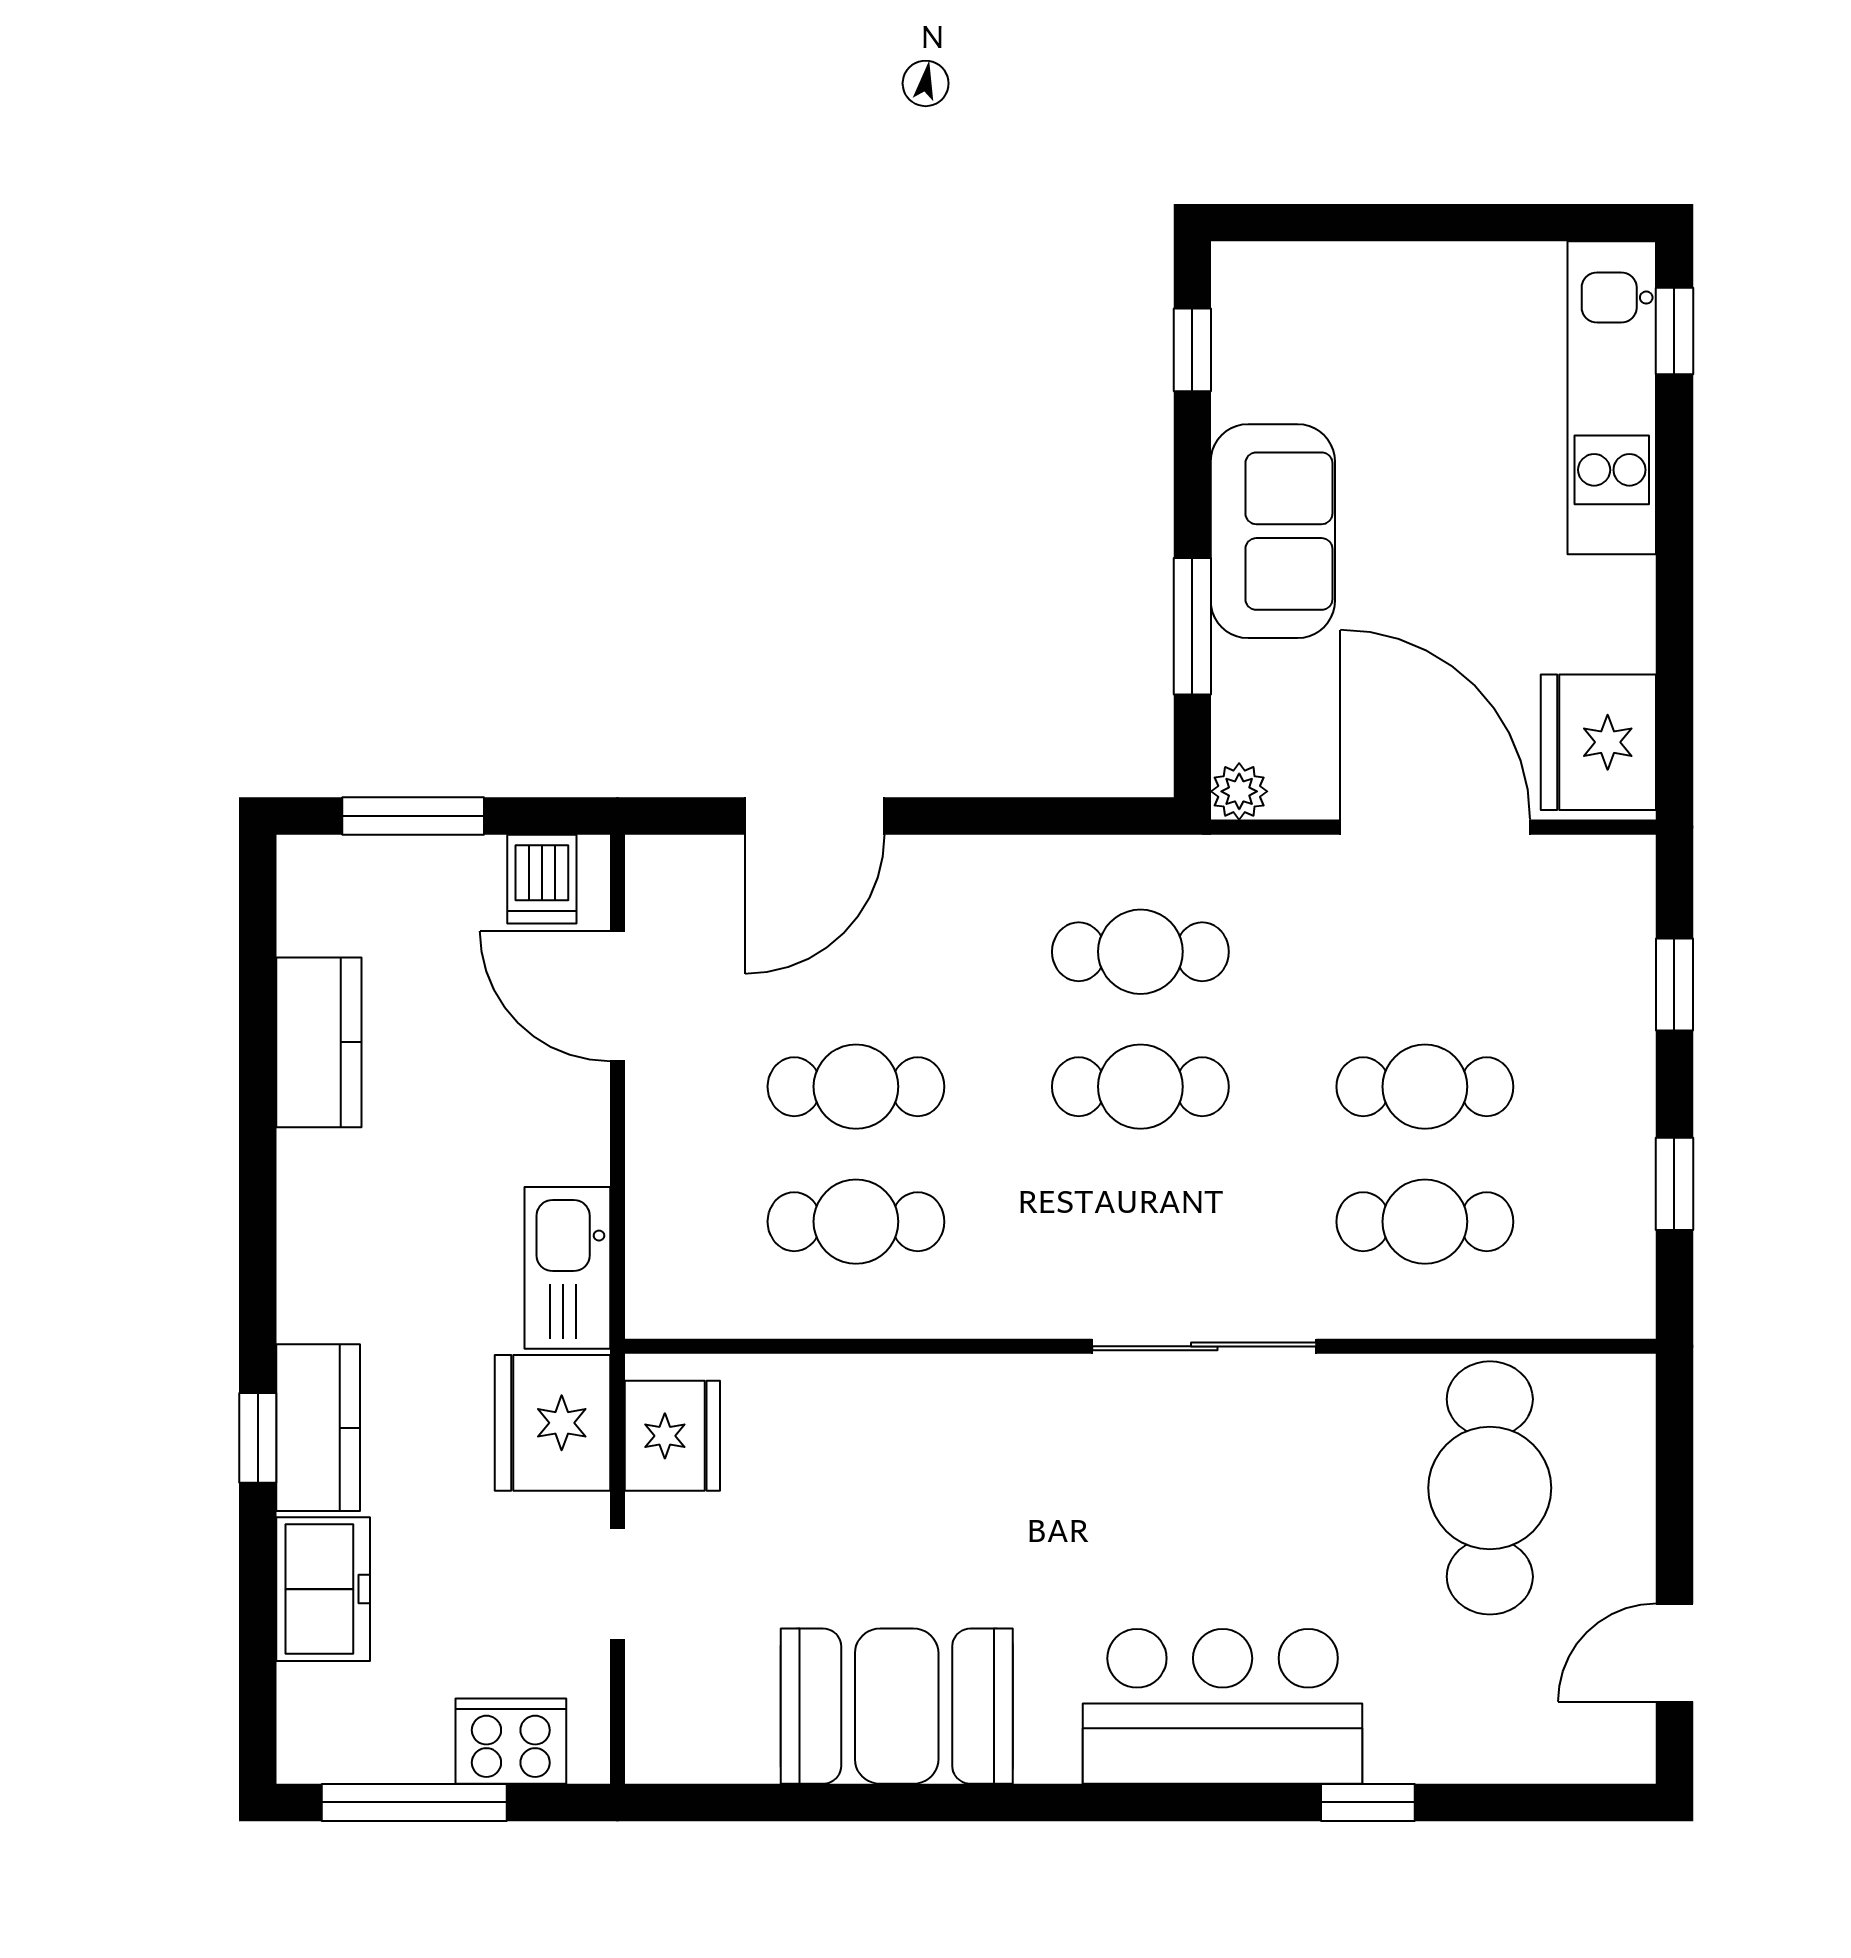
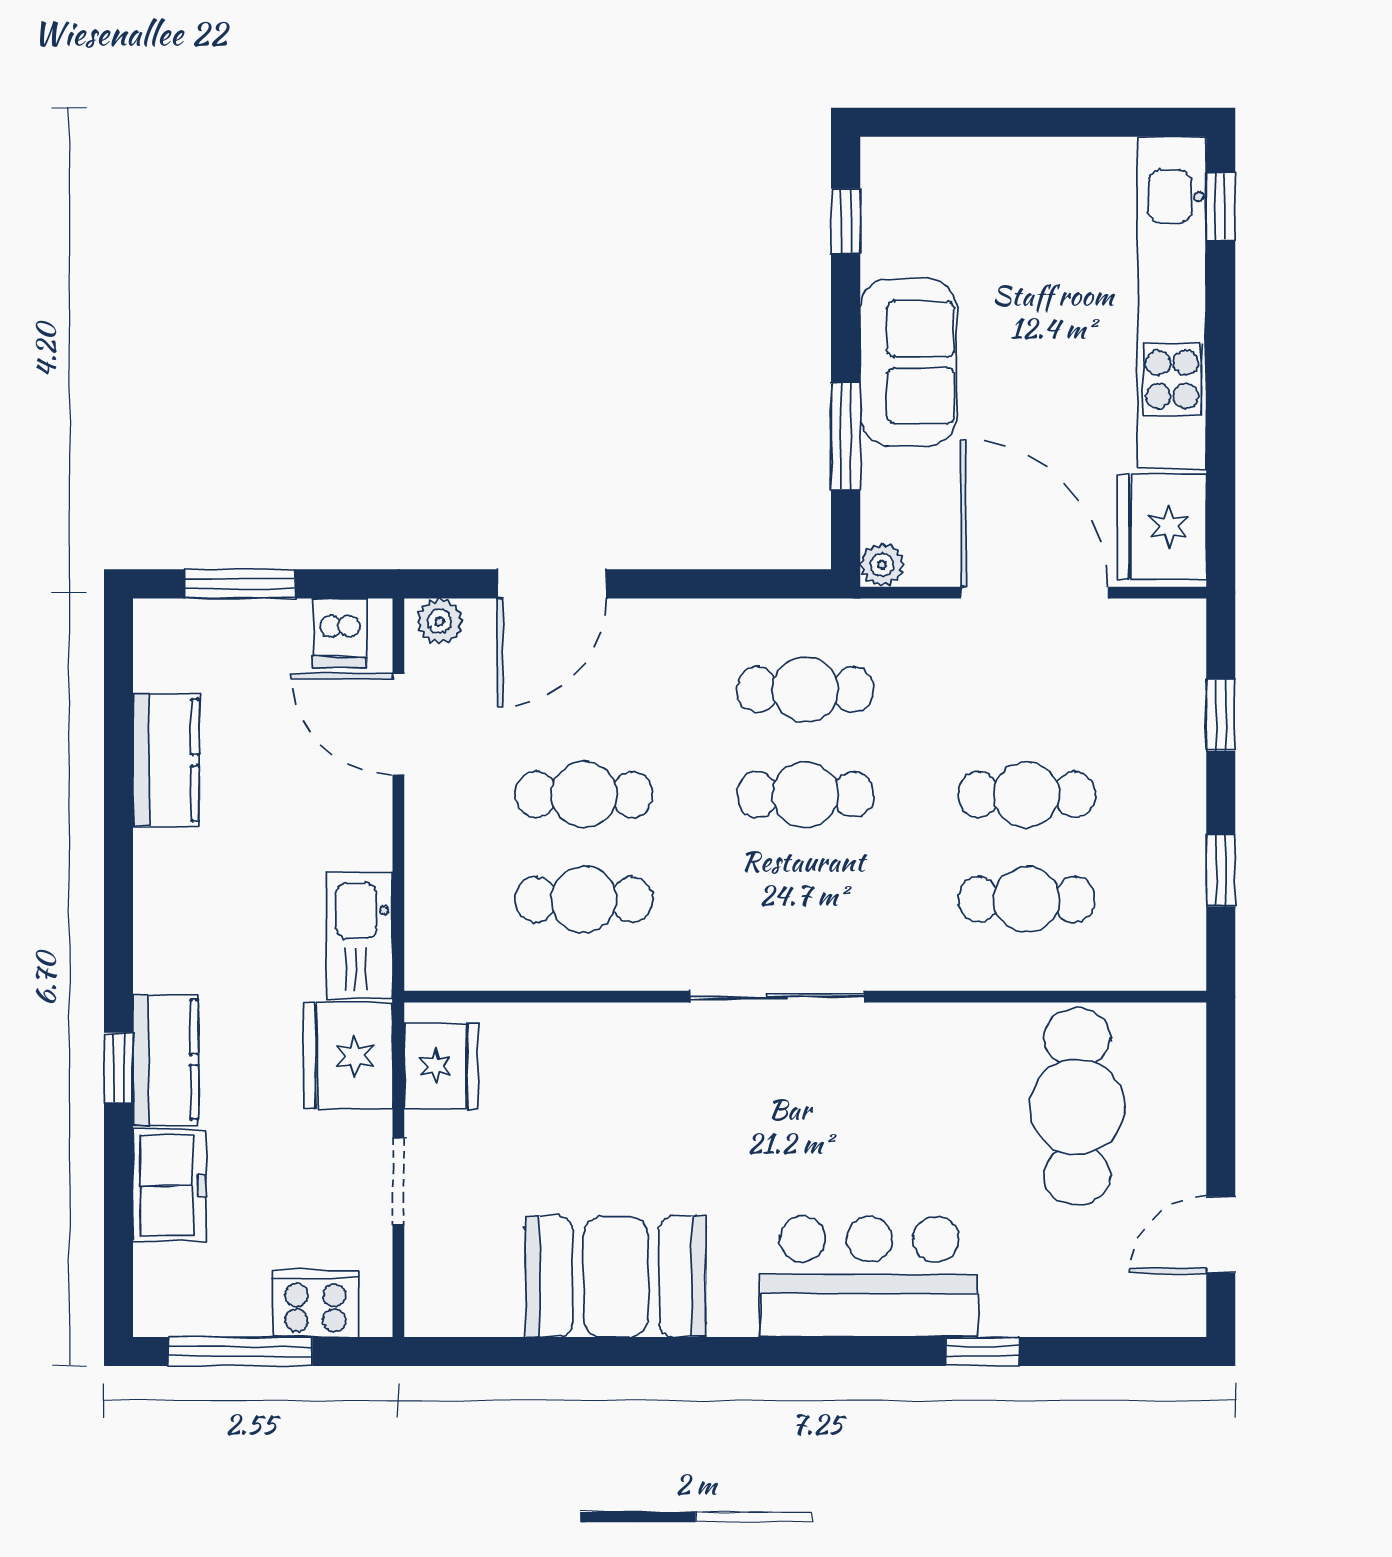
kitchen unit: (1612, 398) -> (1172, 303), width x1.36
plant: (670, 864) -> (440, 621), added
sliding door: (1204, 1346) -> (777, 997), moved

